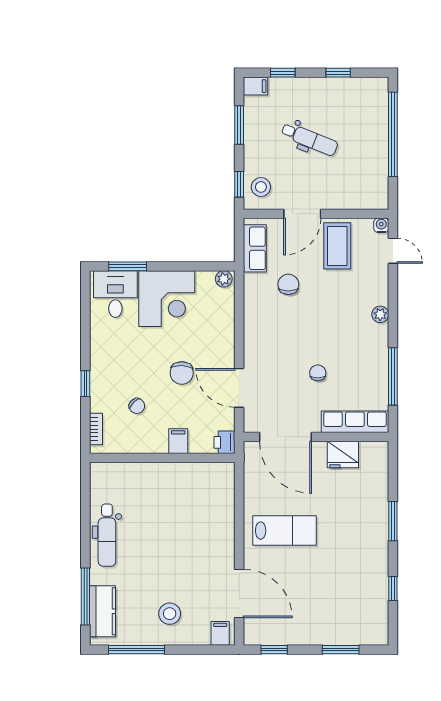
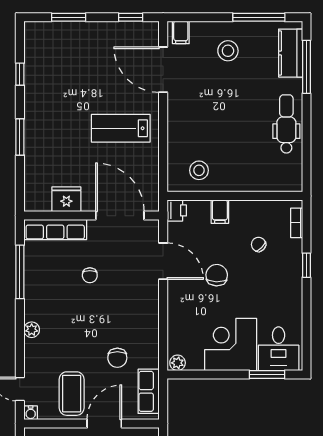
stool: (201, 485) -> (199, 170), added

